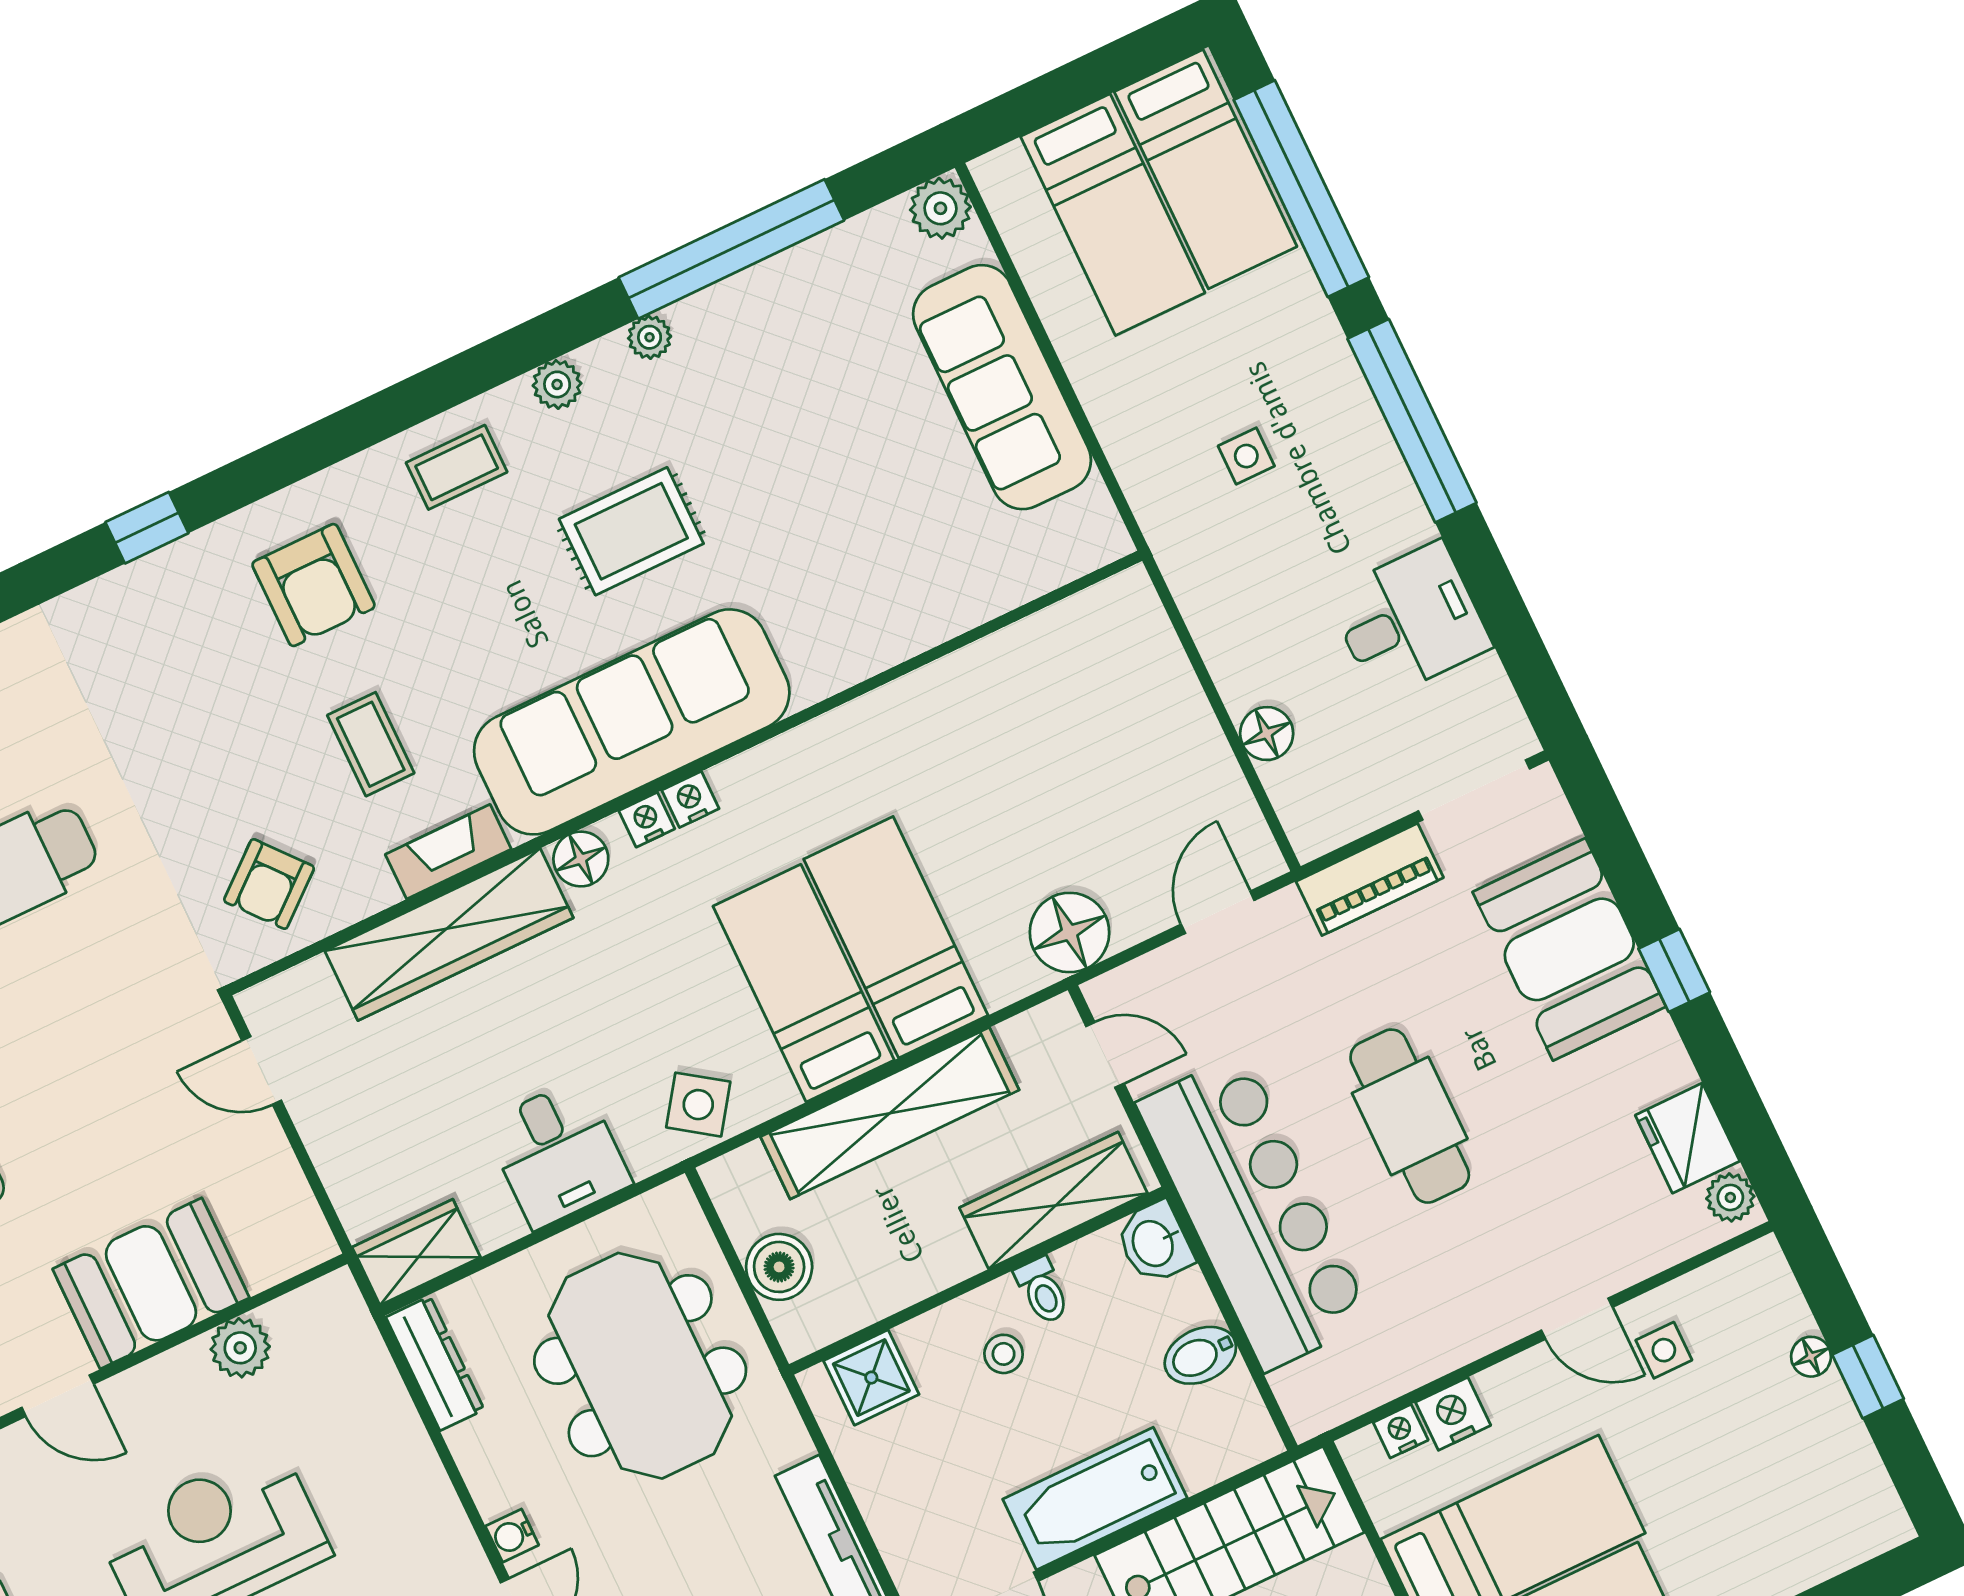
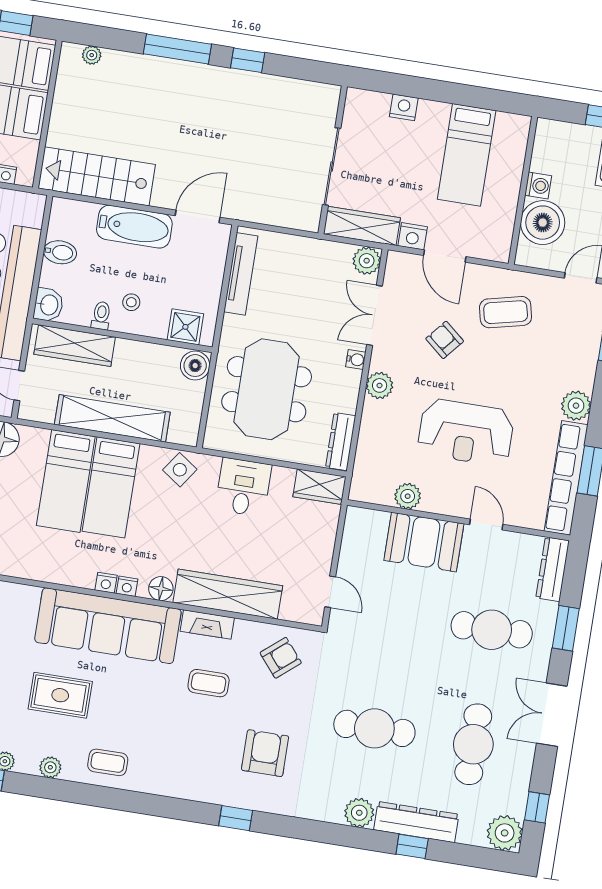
armchair: (313, 585) -> (265, 753), moved
coffee table: (371, 744) -> (209, 683), turned 90
boiler: (779, 1267) -> (195, 366), moved
plant: (435, 1518) -> (380, 385), added

